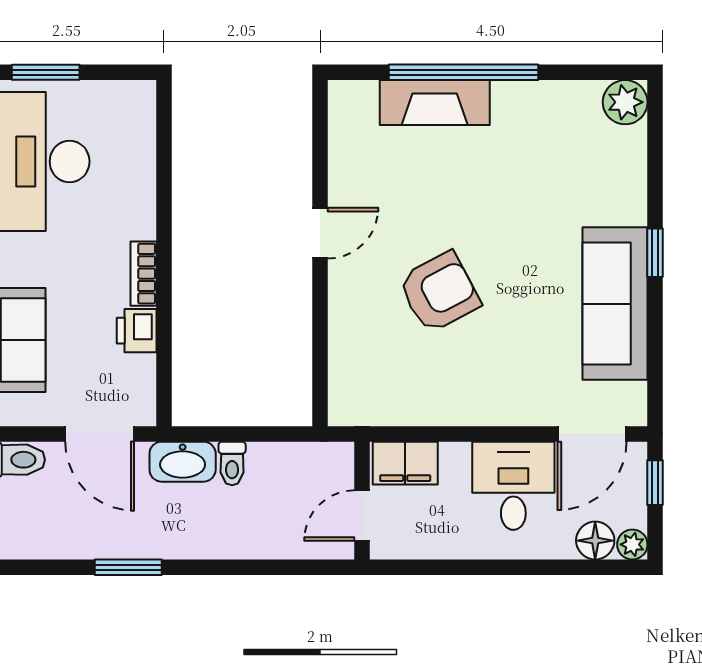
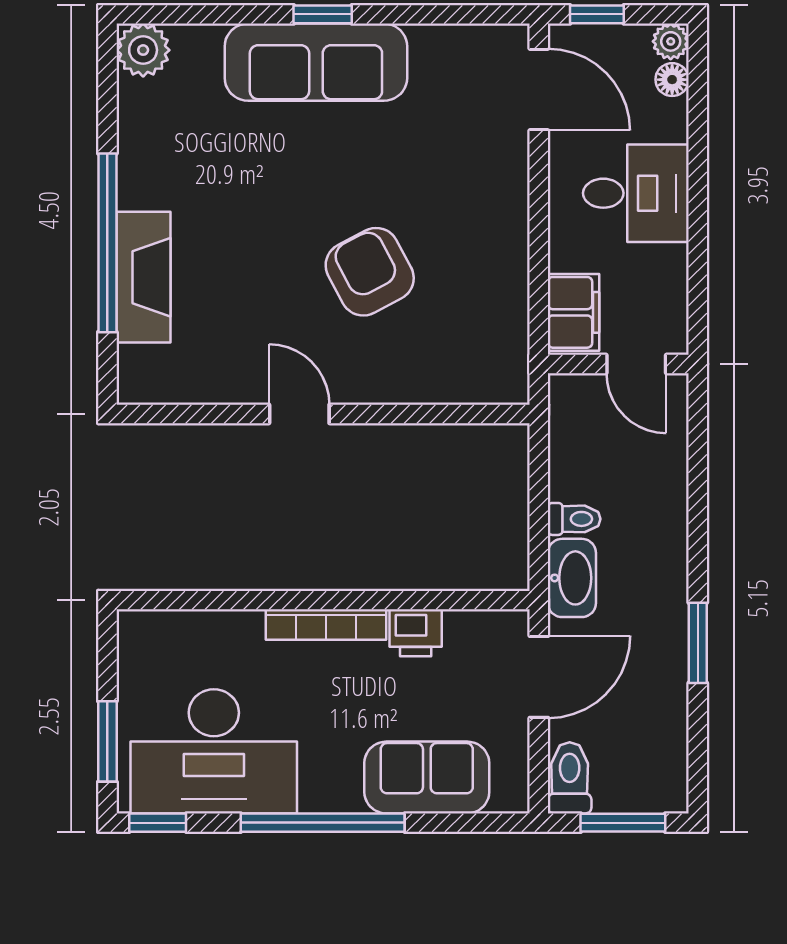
bookcase: (143, 274) -> (326, 625), width x1.56
sofa: (615, 304) -> (316, 62), moved
desk: (513, 486) -> (636, 193), moved, turned 180
floor lamp: (595, 541) -> (672, 80), width x0.73, depth x0.73

